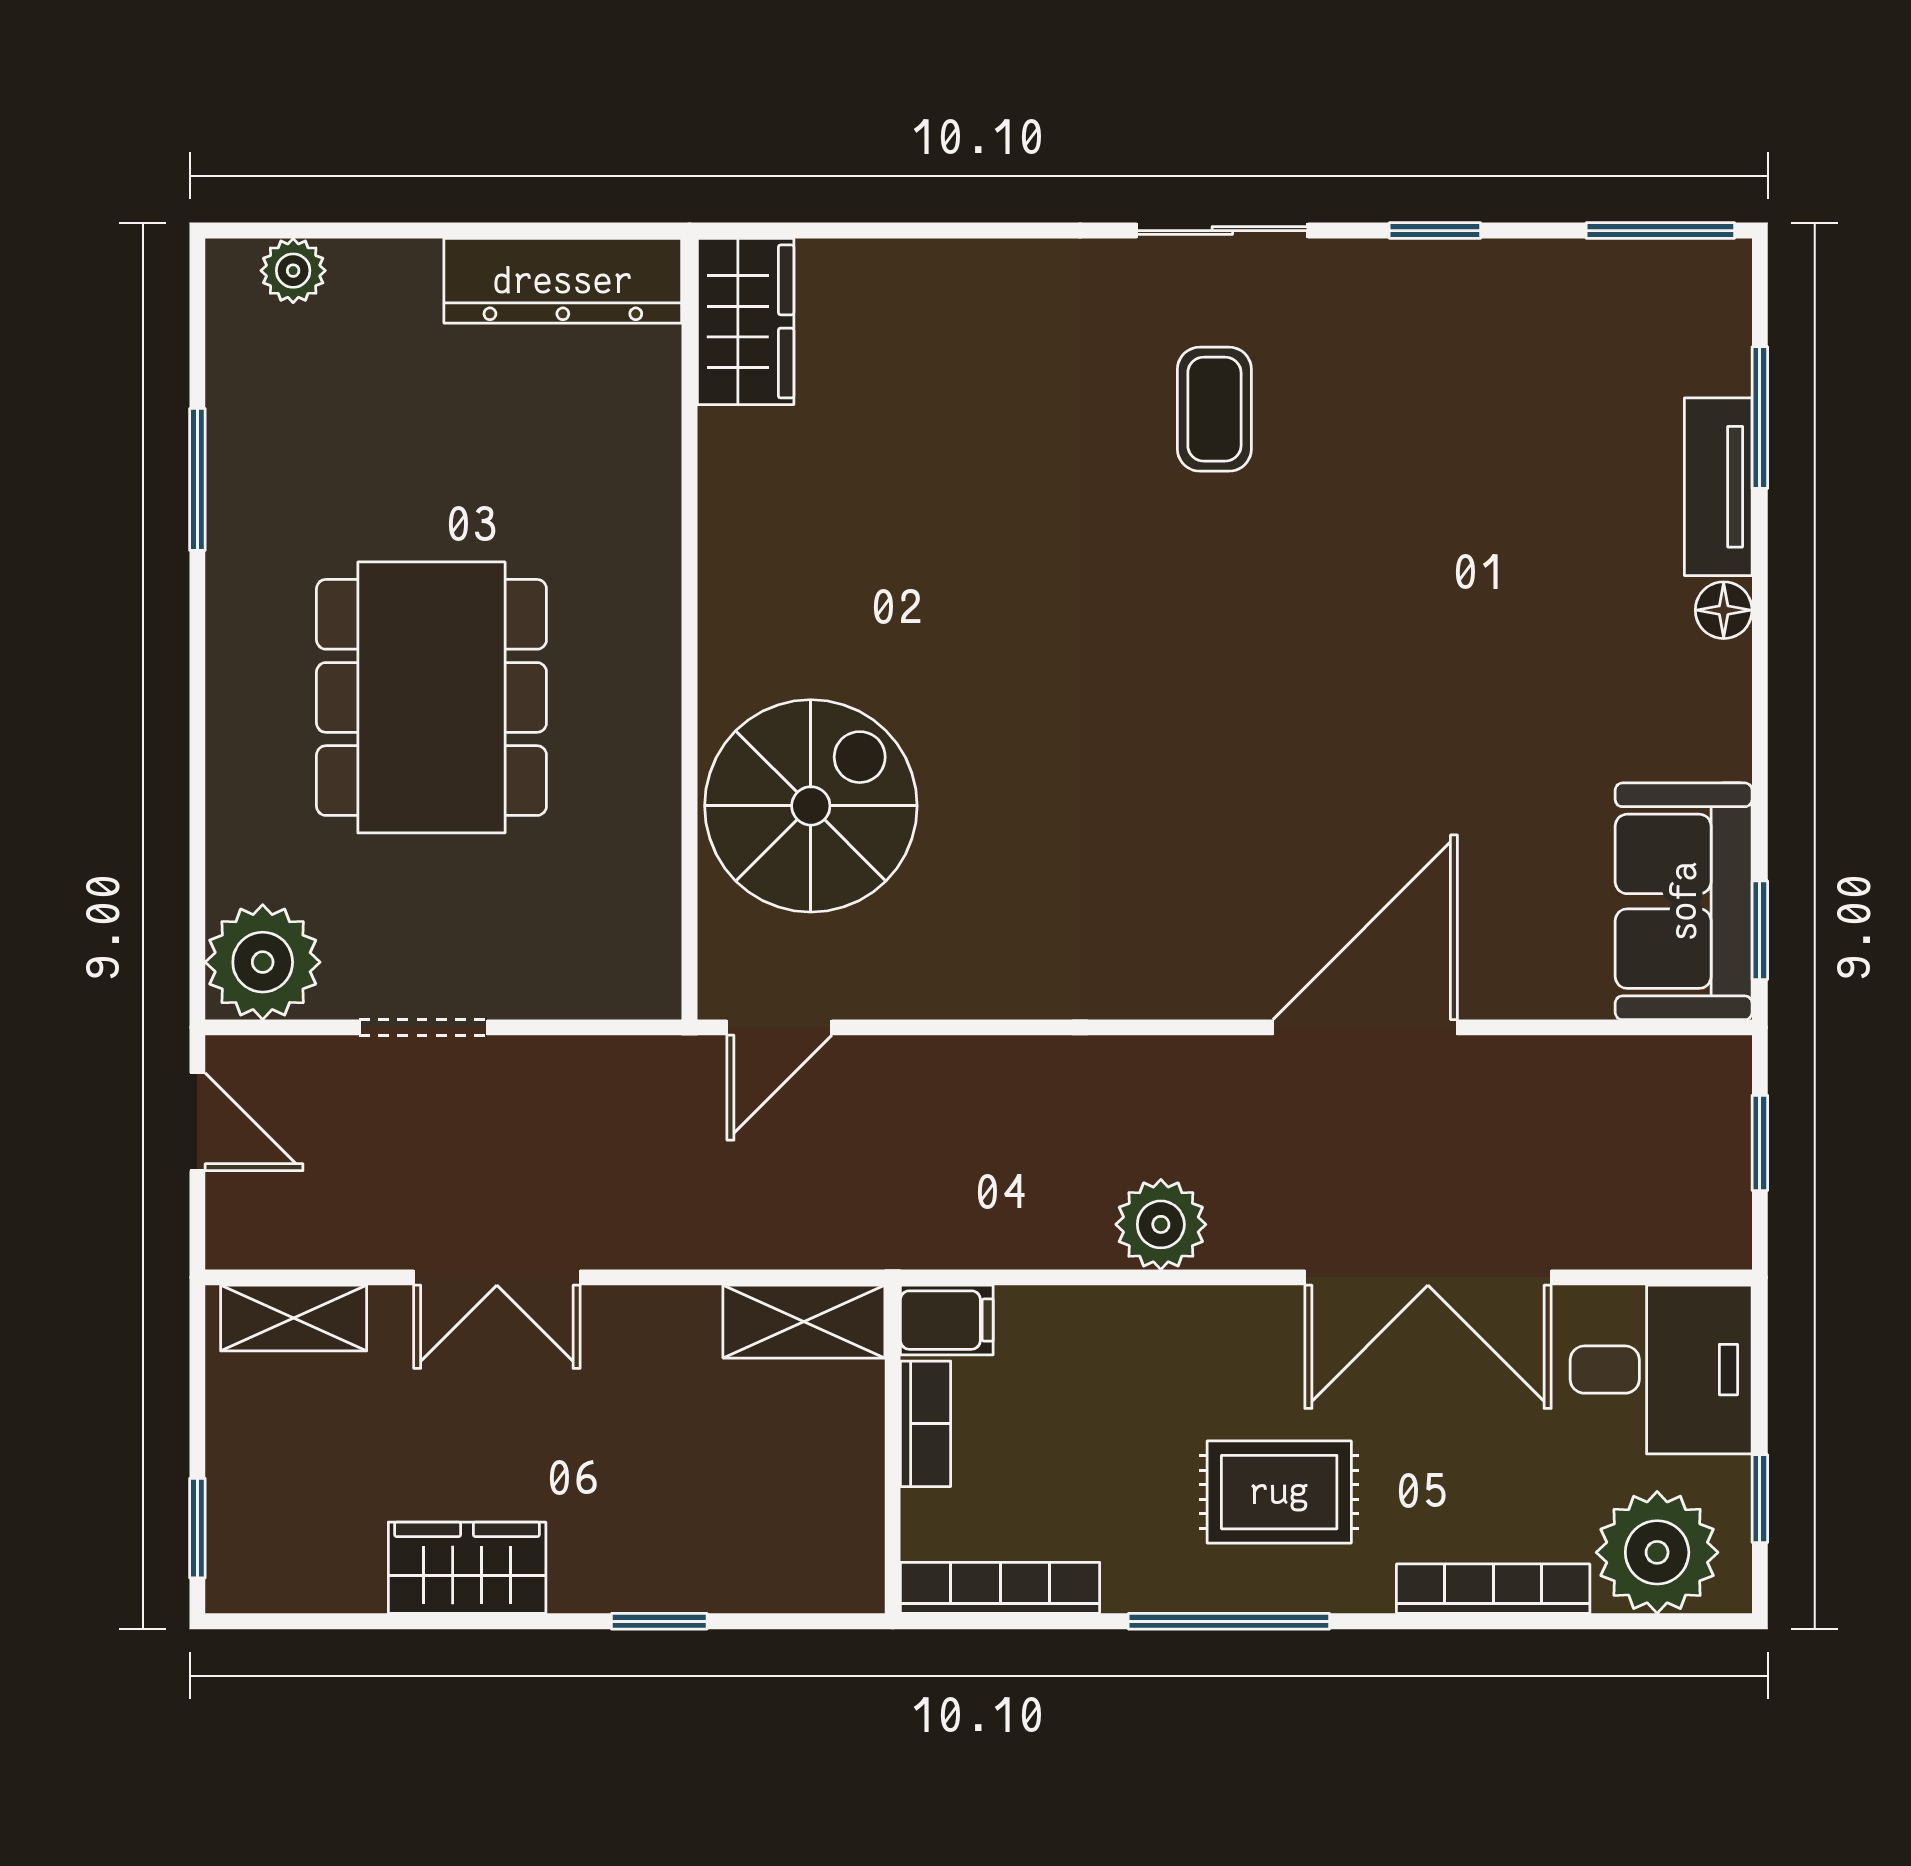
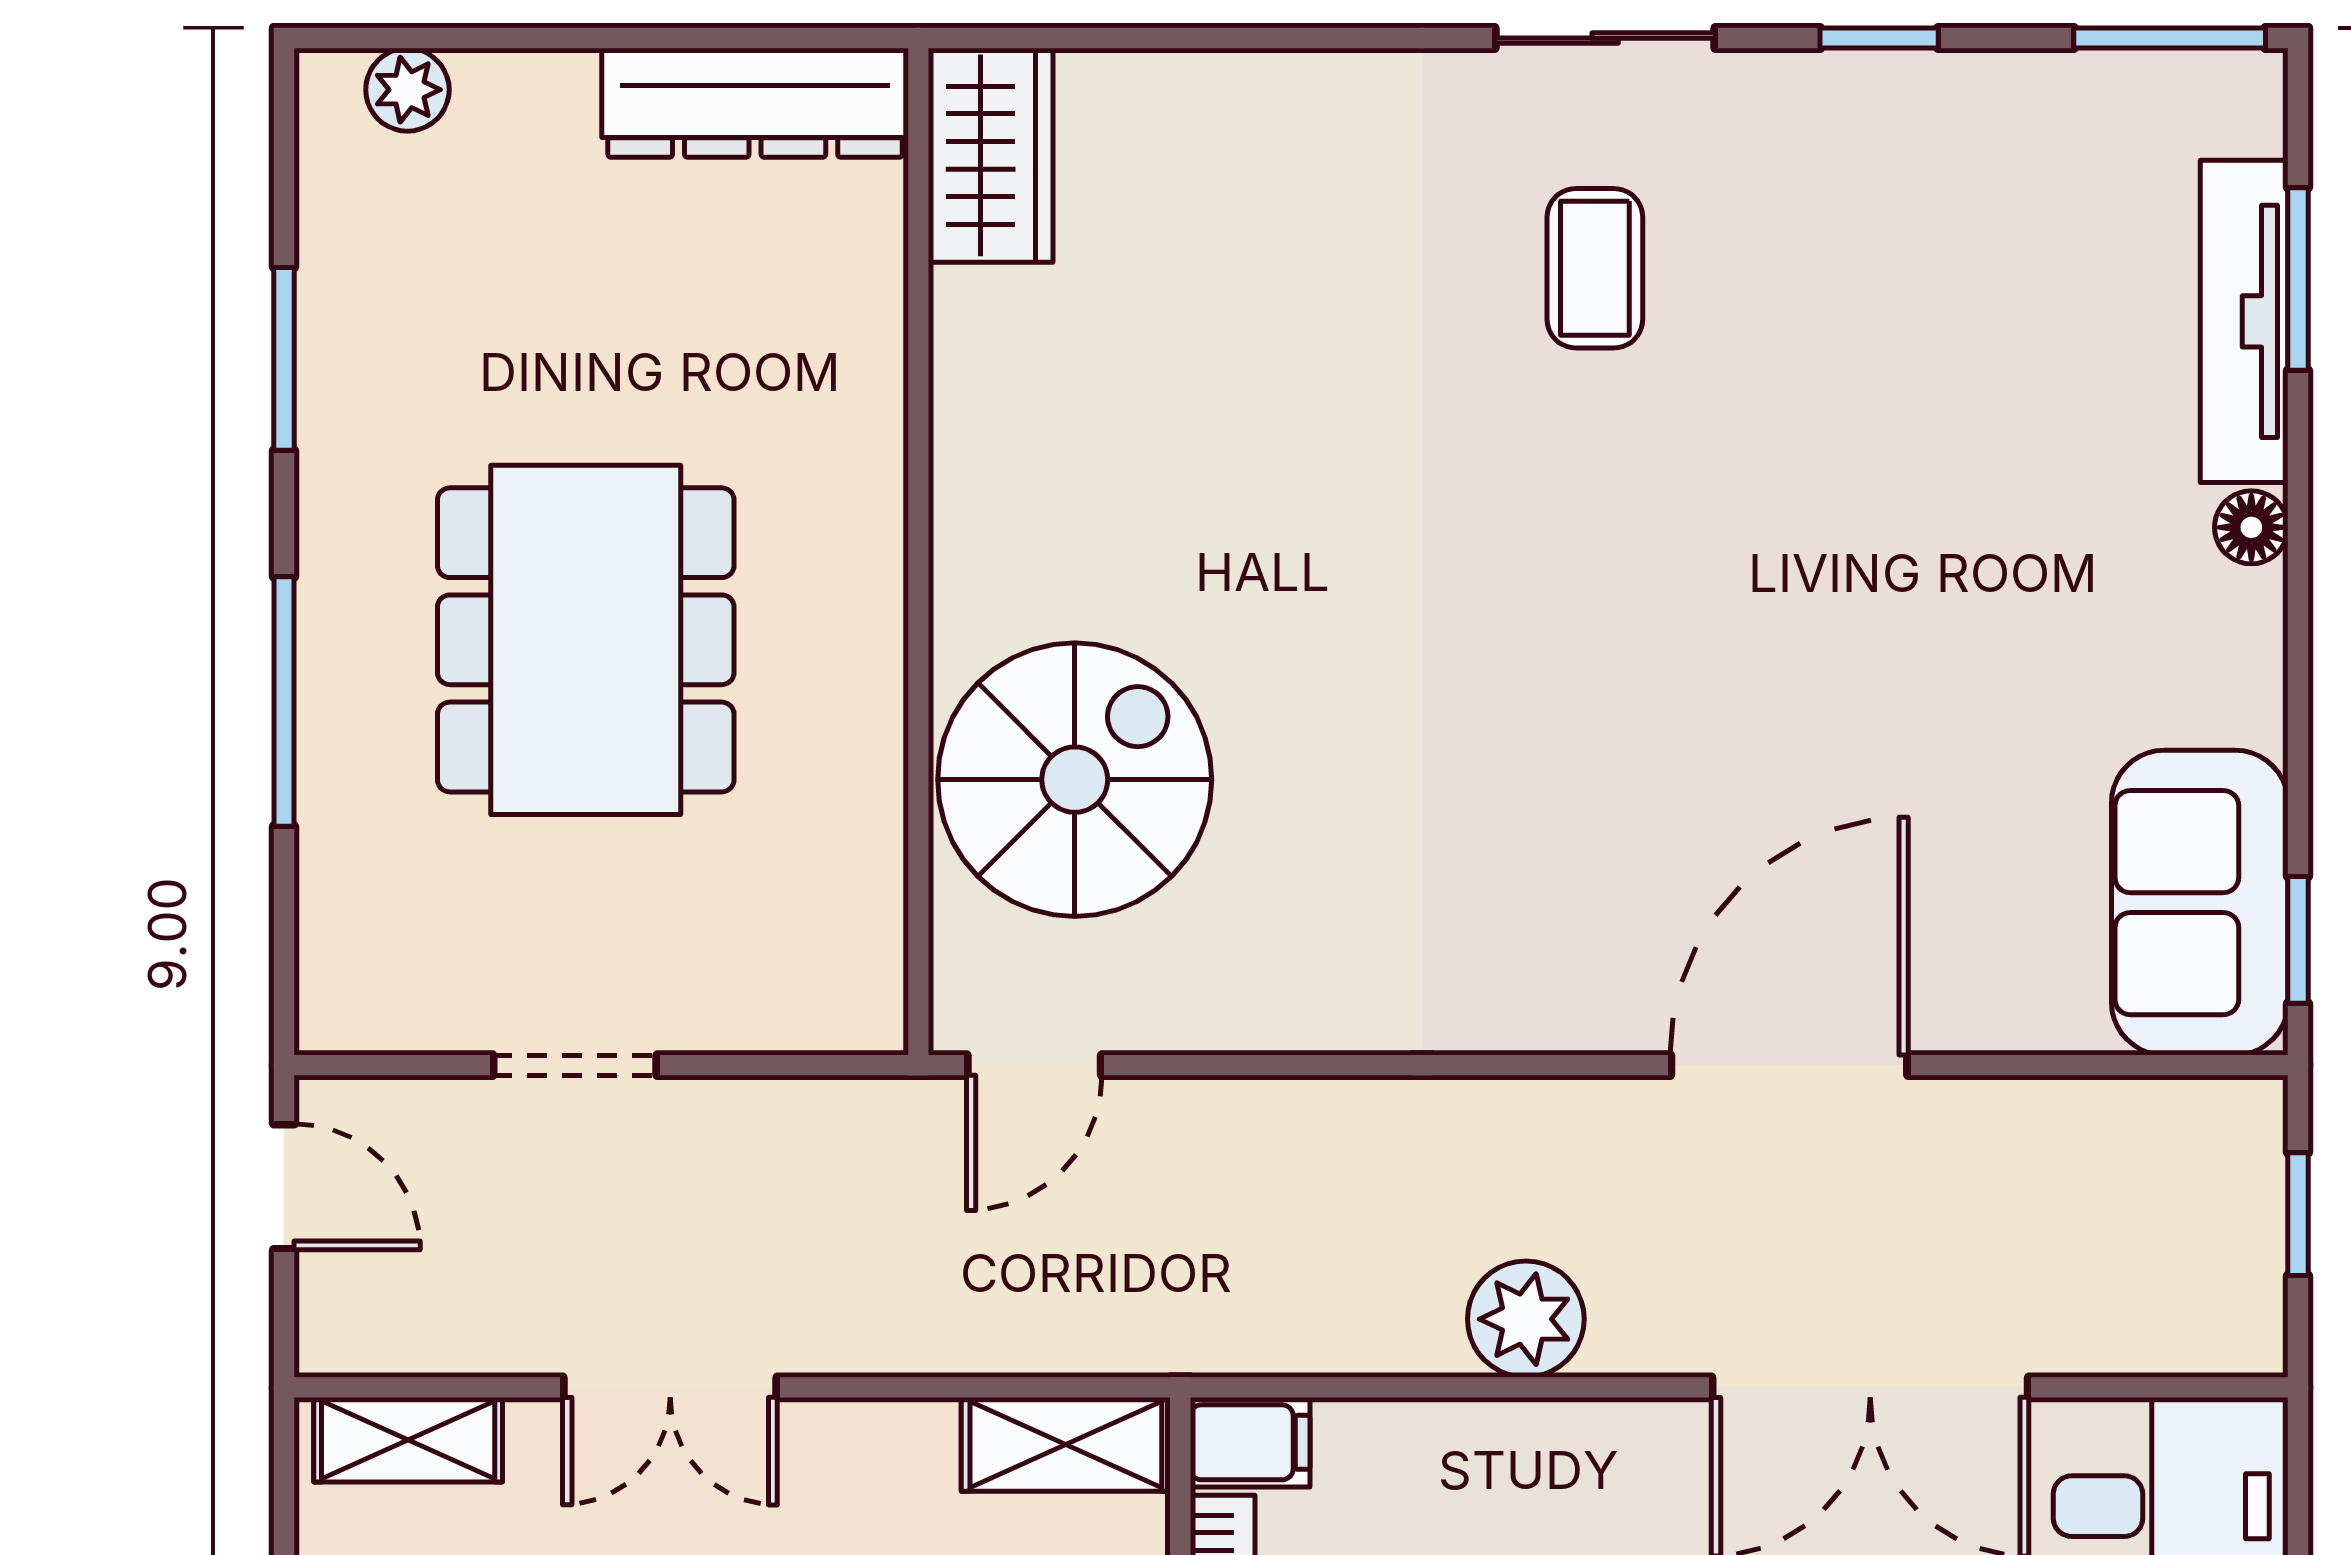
tv unit: (1718, 487) -> (2244, 321), width x1.41
window: (197, 745) -> (284, 702), added
plant: (263, 962) -> (368, 981), removed

